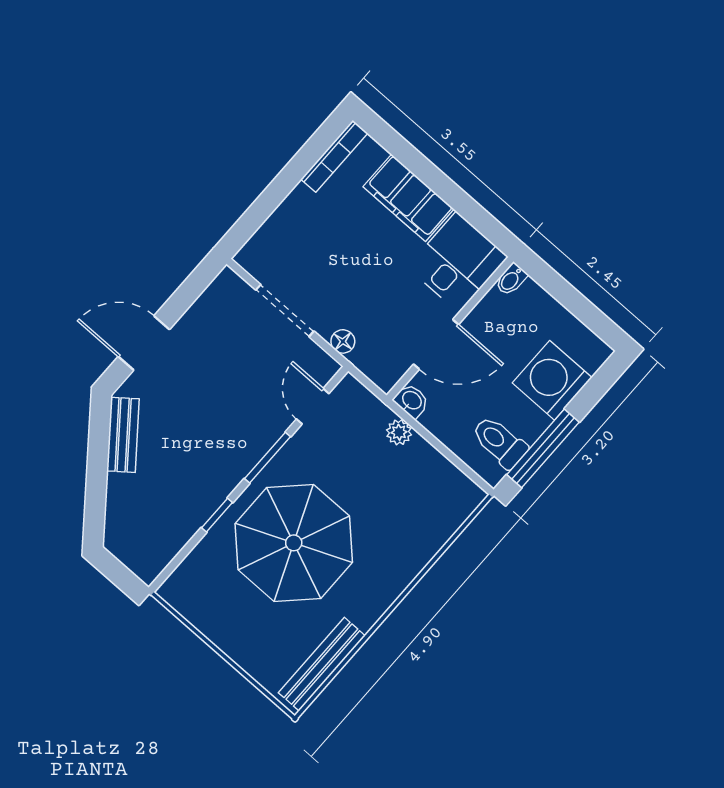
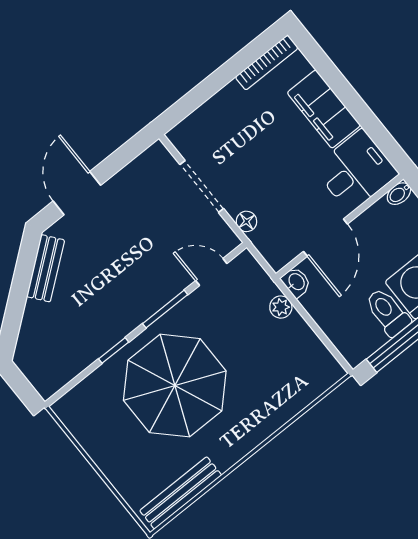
door: (144, 343) -> (77, 193), hinge flipped
door: (436, 344) -> (325, 238), hinge flipped
door: (313, 406) -> (211, 272), hinge flipped
toilet: (500, 442) -> (388, 312), moved

